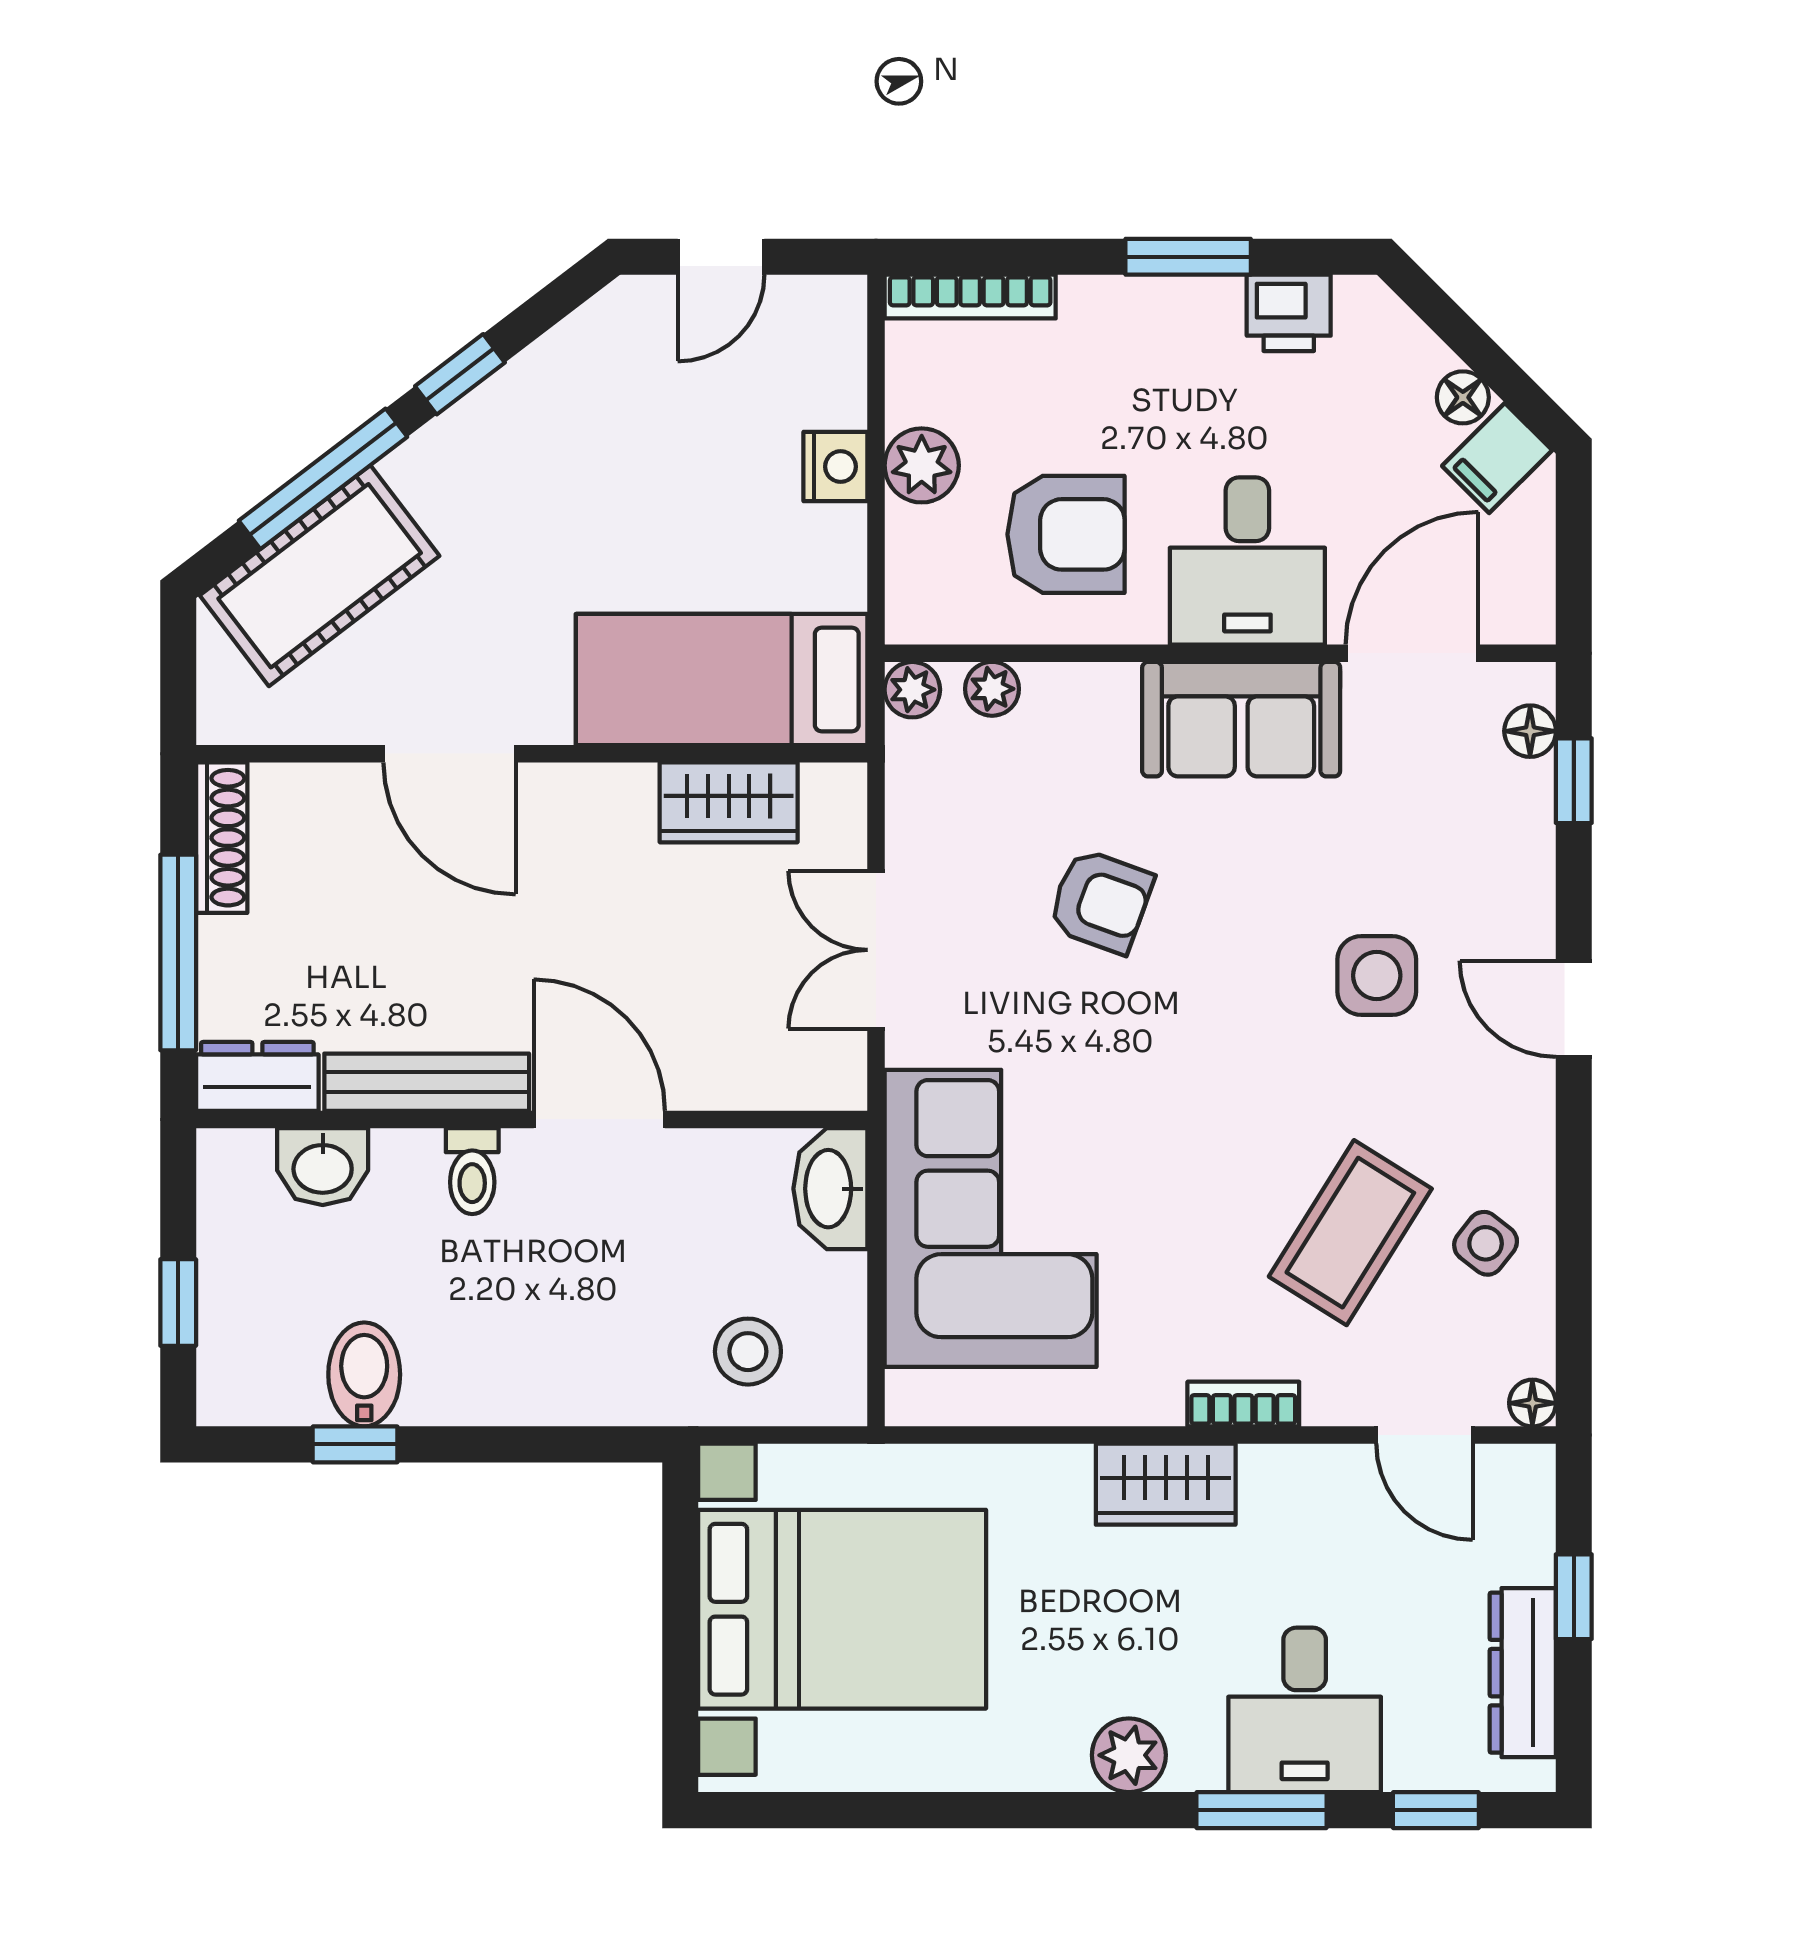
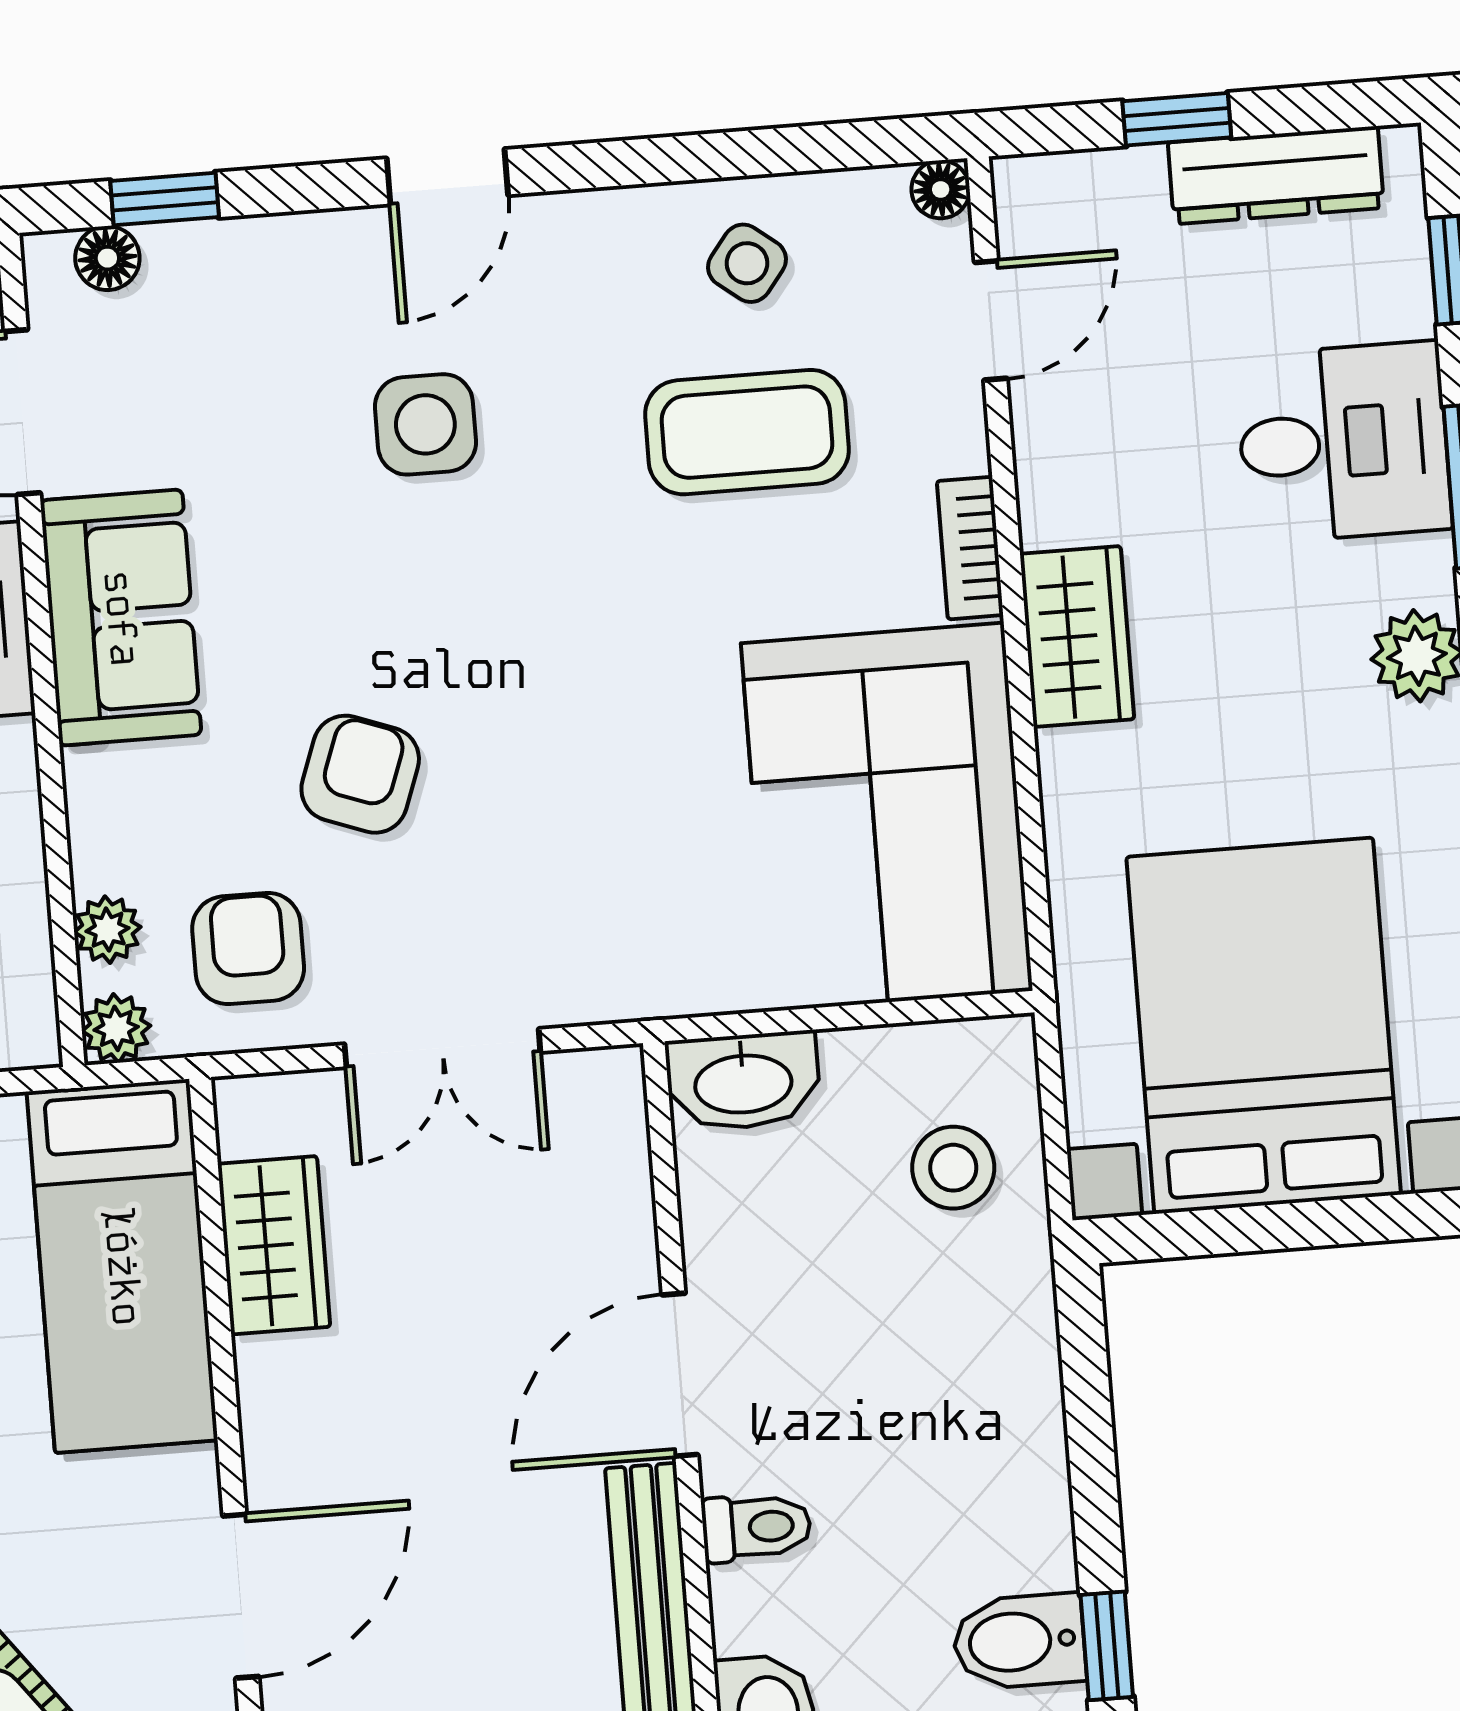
armchair: (968, 800) -> (248, 949), added
corner sofa: (991, 1218) -> (887, 817), moved, turned -90
coffee table: (1350, 1233) -> (747, 432), turned -32

